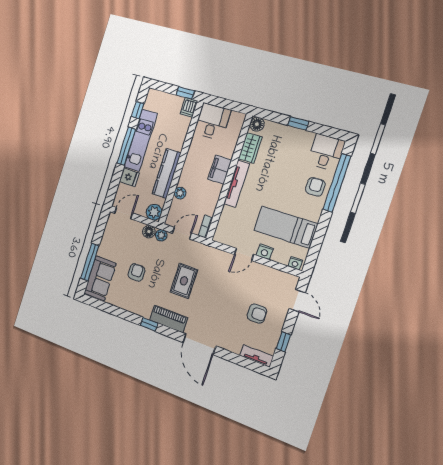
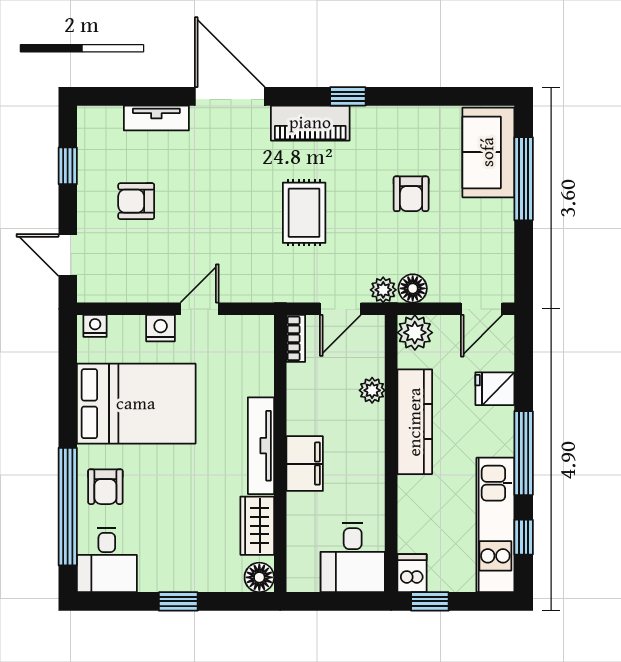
kitchen unit: (141, 140) -> (495, 525), moved
bed: (286, 227) -> (136, 404), width x1.50
tv unit: (257, 356) -> (156, 118), moved

